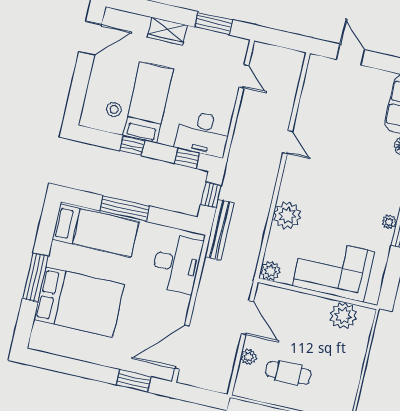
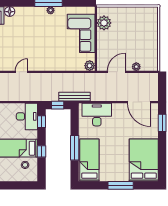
plant: (287, 215) -> (59, 64), removed
bed: (79, 302) -> (144, 160), moved
cafe table: (288, 373) -> (140, 44), removed

